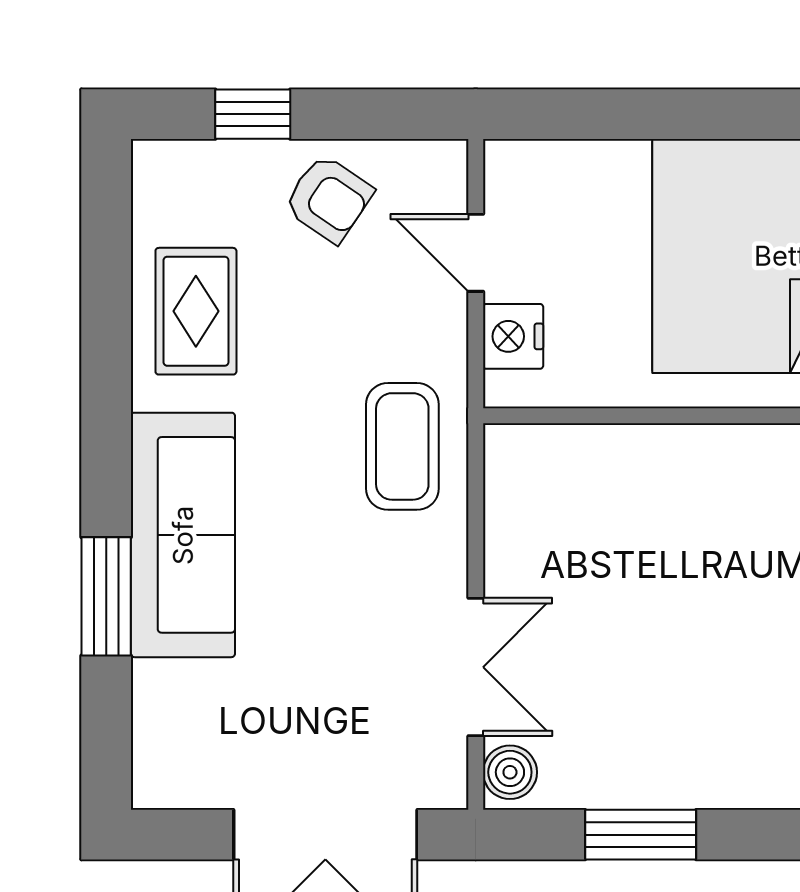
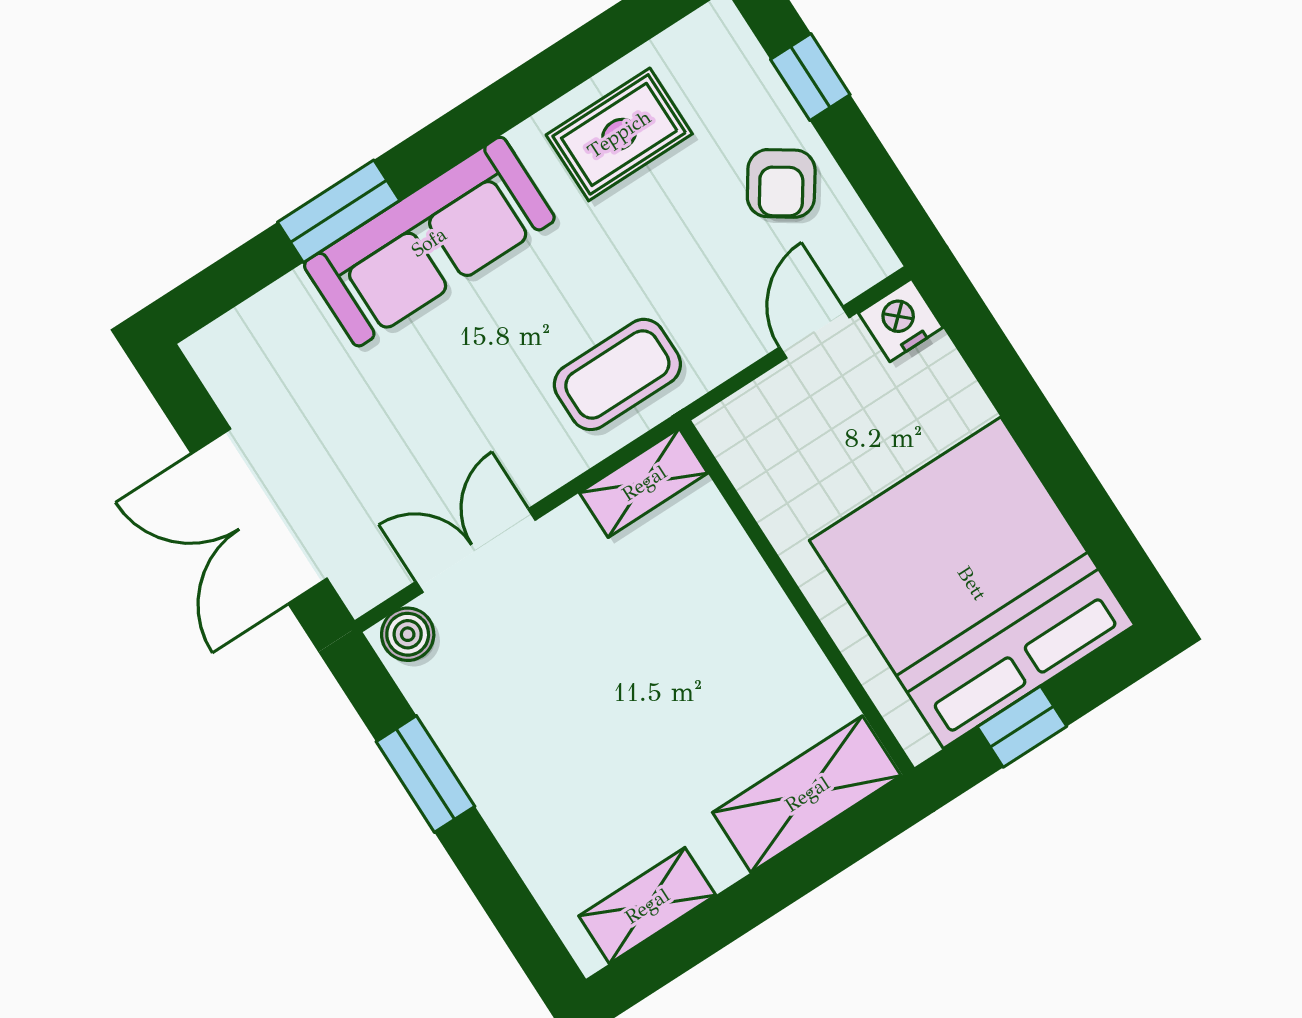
nightstand: (513, 336) -> (901, 320), moved
shelving: (511, 484) -> (644, 483), added
double door: (476, 667) -> (476, 551), swing flipped

